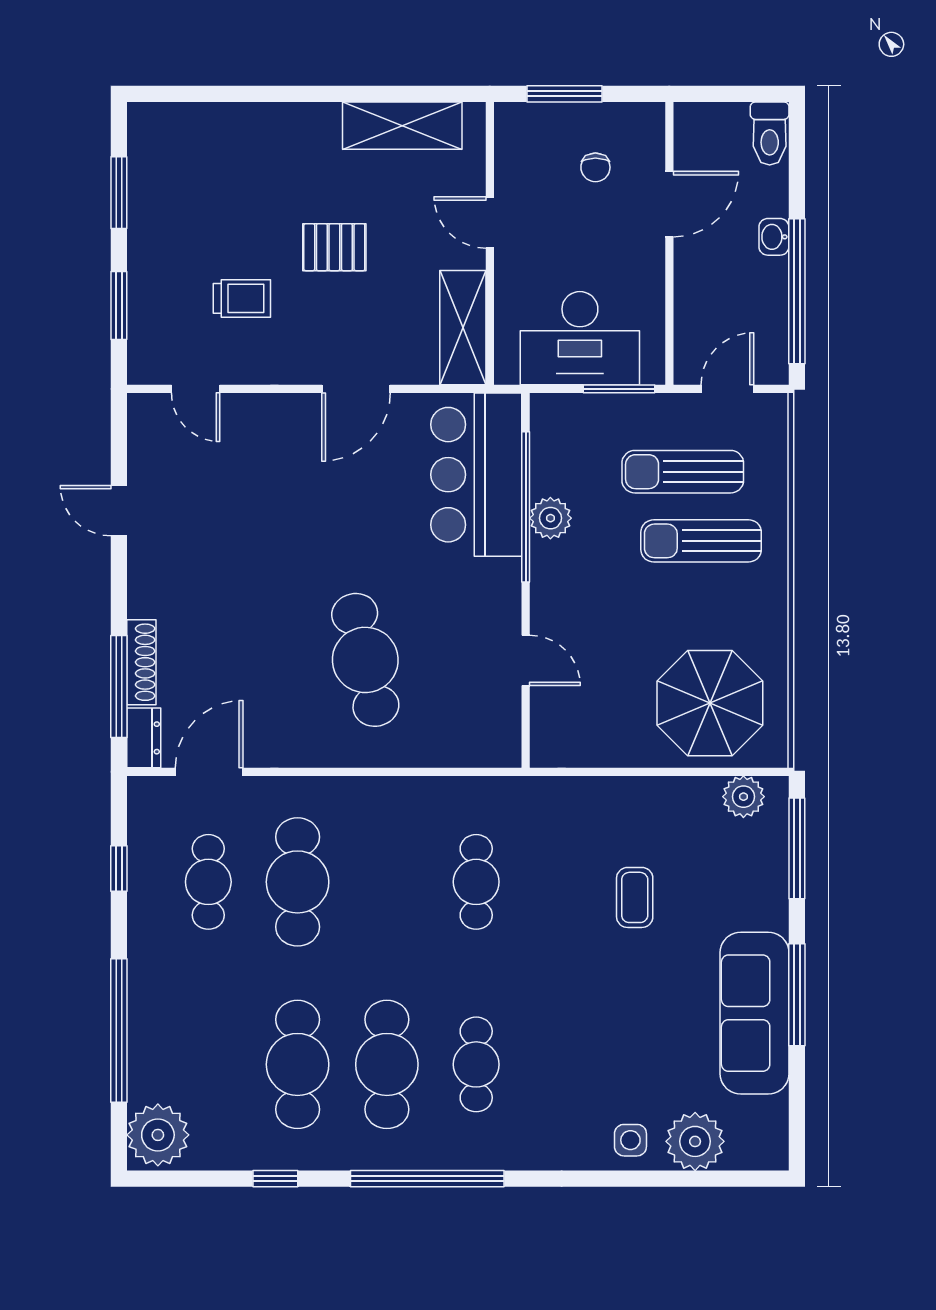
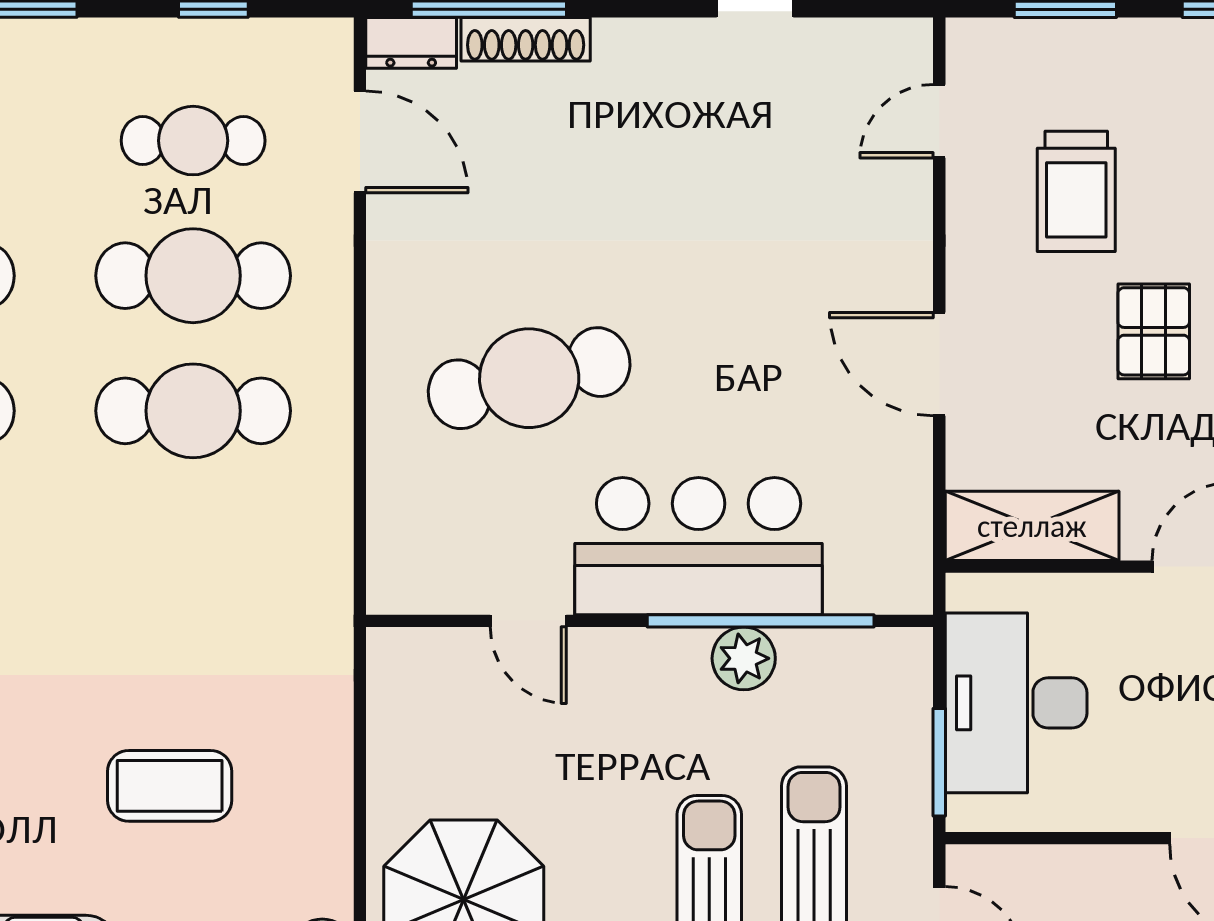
trolley: (242, 298) -> (1076, 191), width x1.36, depth x1.39
bar counter: (476, 475) -> (699, 546), moved
door: (526, 660) -> (528, 621), hinge flipped
cafe table: (476, 882) -> (193, 411), moved, width x1.37, depth x1.35
coffee table: (635, 897) -> (170, 786), width x1.36, depth x1.30

